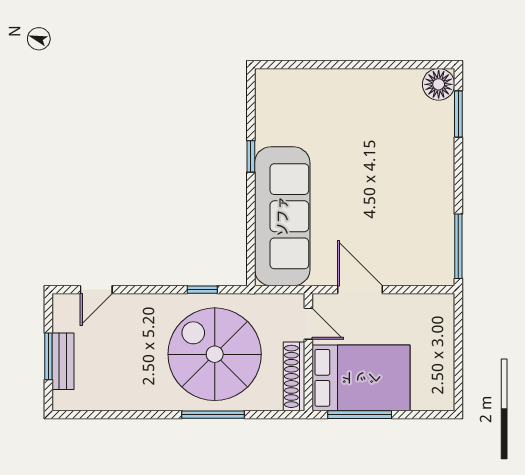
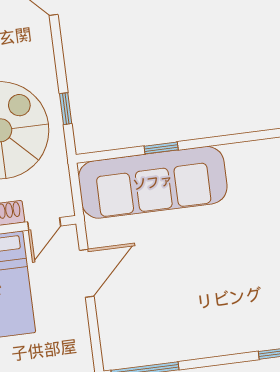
window: (251, 156) -> (161, 148), moved

